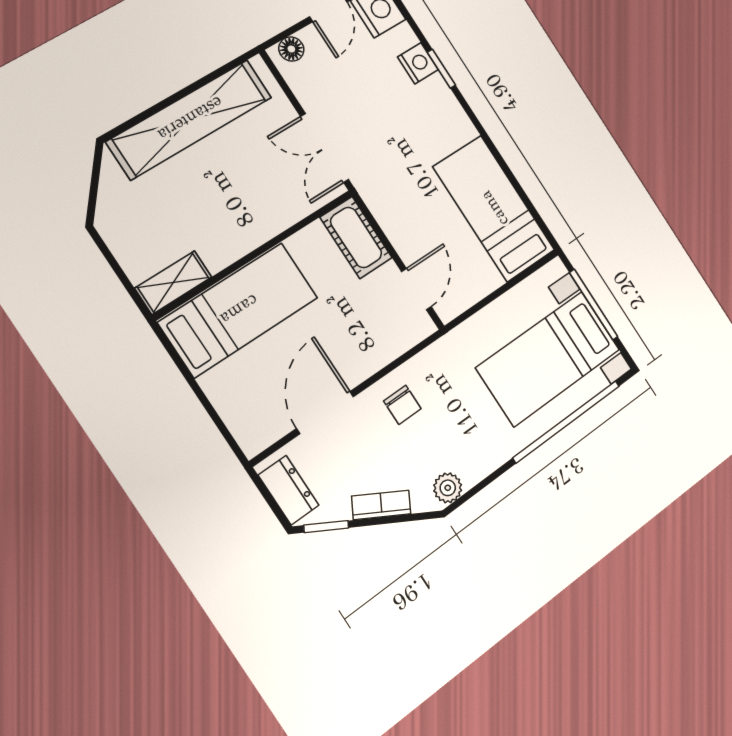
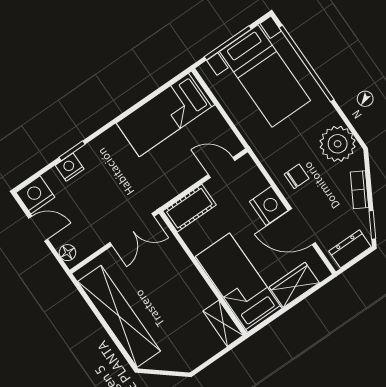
nightstand: (358, 360) -> (269, 206), added
wardrobe: (233, 399) -> (294, 285), added
plant: (448, 488) -> (338, 144), width x1.87, depth x1.87

